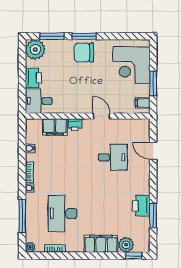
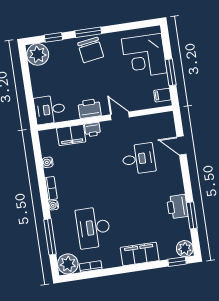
window: (52, 36) -> (53, 37), width x0.67
chair: (84, 52) -> (91, 50), turned -99
printer: (33, 78) -> (90, 109), moved, turned -90
plant: (126, 245) -> (185, 249), moved
plant: (30, 247) -> (68, 264), width x1.87, depth x1.87

